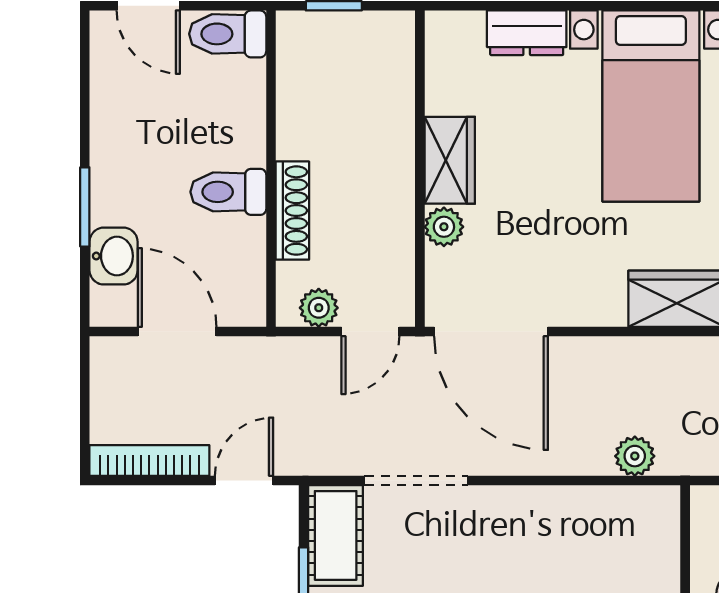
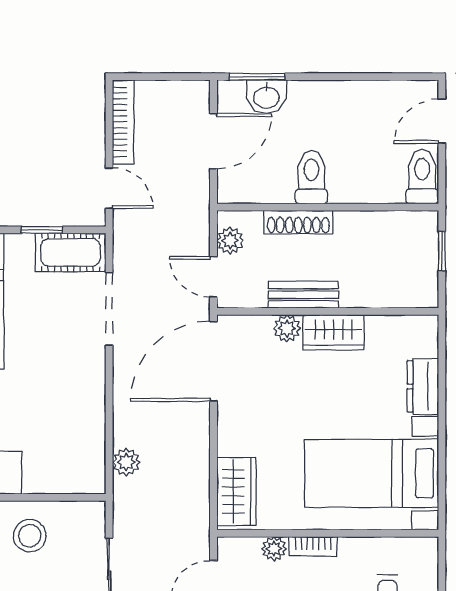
bench: (396, 203) -> (303, 295), added
window: (85, 207) -> (257, 77), moved

